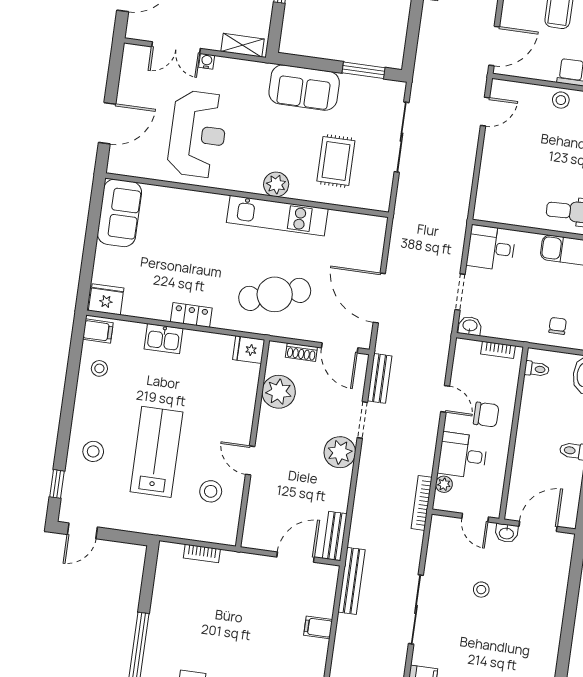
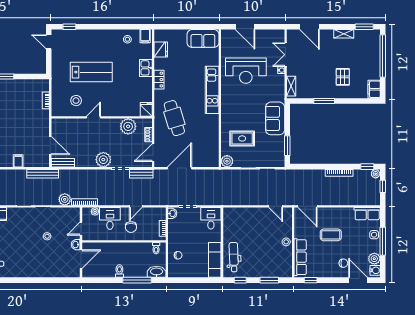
plant: (276, 184) -> (227, 161), moved
kitchen unit: (277, 216) -> (212, 90), moved
fridge: (106, 299) -> (161, 49), moved
stool: (93, 451) -> (87, 42), removed
door: (538, 526) -> (81, 259), hinge flipped
plant: (410, 543) -> (65, 199), added

